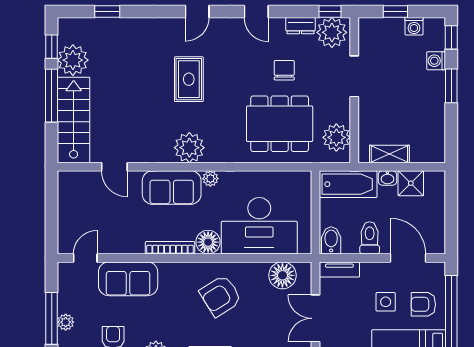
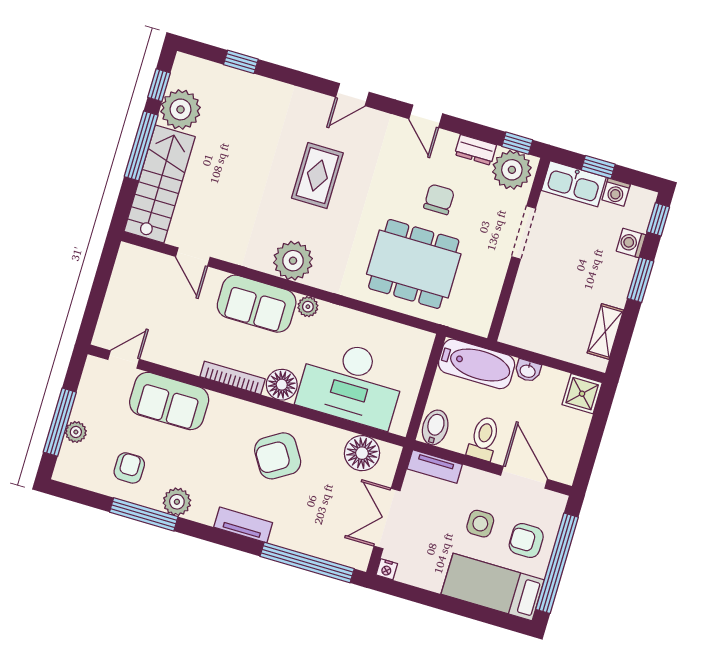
kitchen sink: (381, 29) -> (574, 184), added
plant: (336, 137) -> (479, 302), removed
shelving: (389, 154) -> (605, 332), moved, turned 90
shower: (411, 183) -> (582, 394), moved

